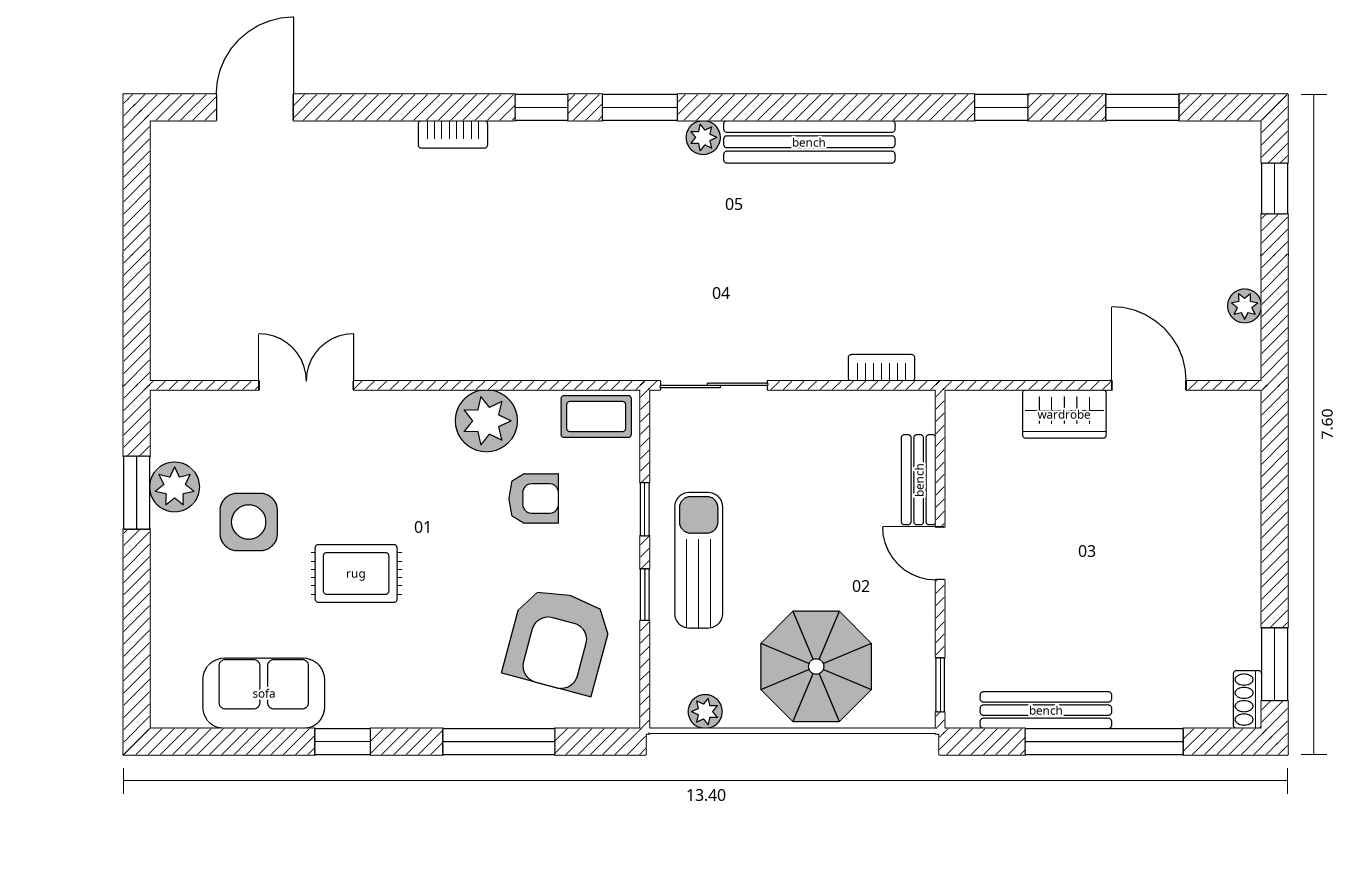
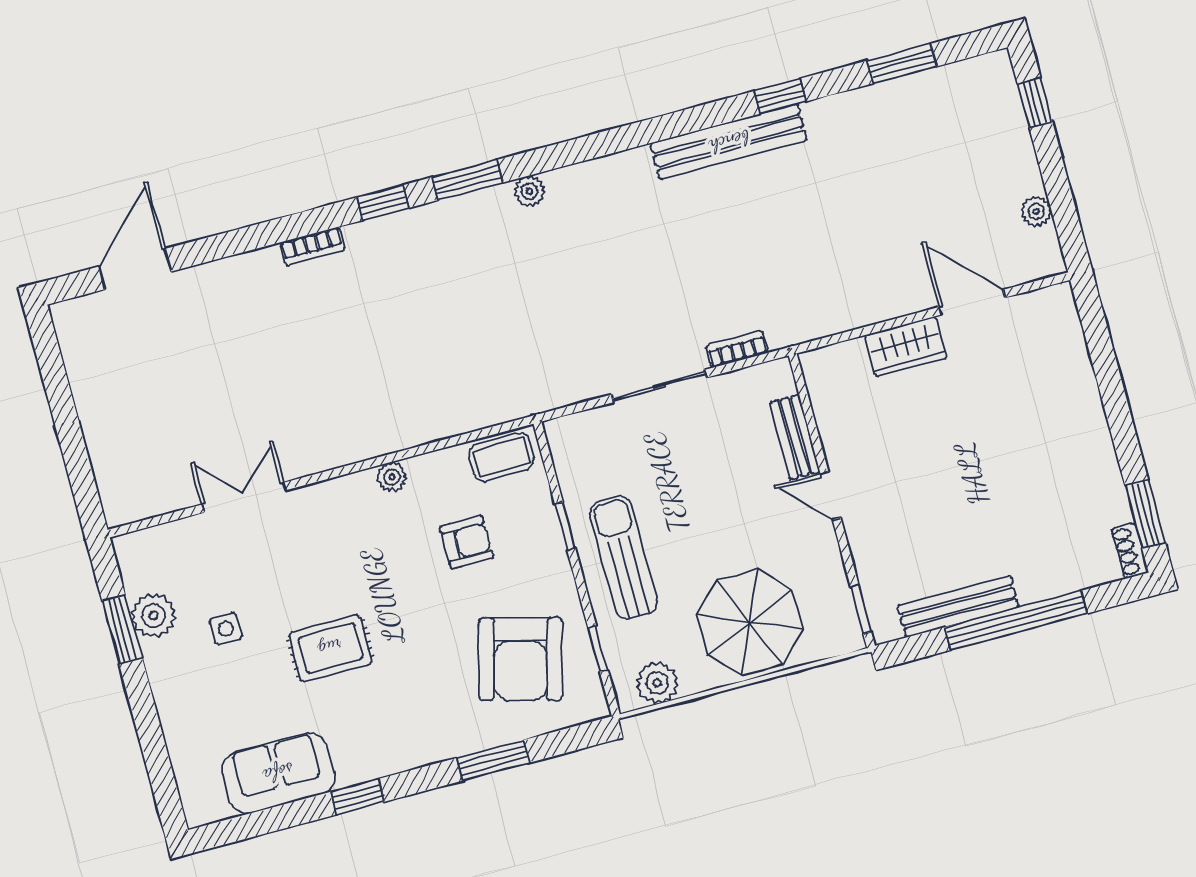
bench: (809, 142) -> (729, 142), moved
sliding door: (714, 385) -> (659, 386), moved
plant: (486, 421) -> (392, 477), width x0.53, depth x0.53
side table: (249, 522) -> (226, 629), width x0.54, depth x0.54
window: (645, 595) -> (598, 649), moved
plant: (705, 712) -> (657, 683), width x1.38, depth x1.38
window: (499, 742) -> (493, 760), width x0.69

